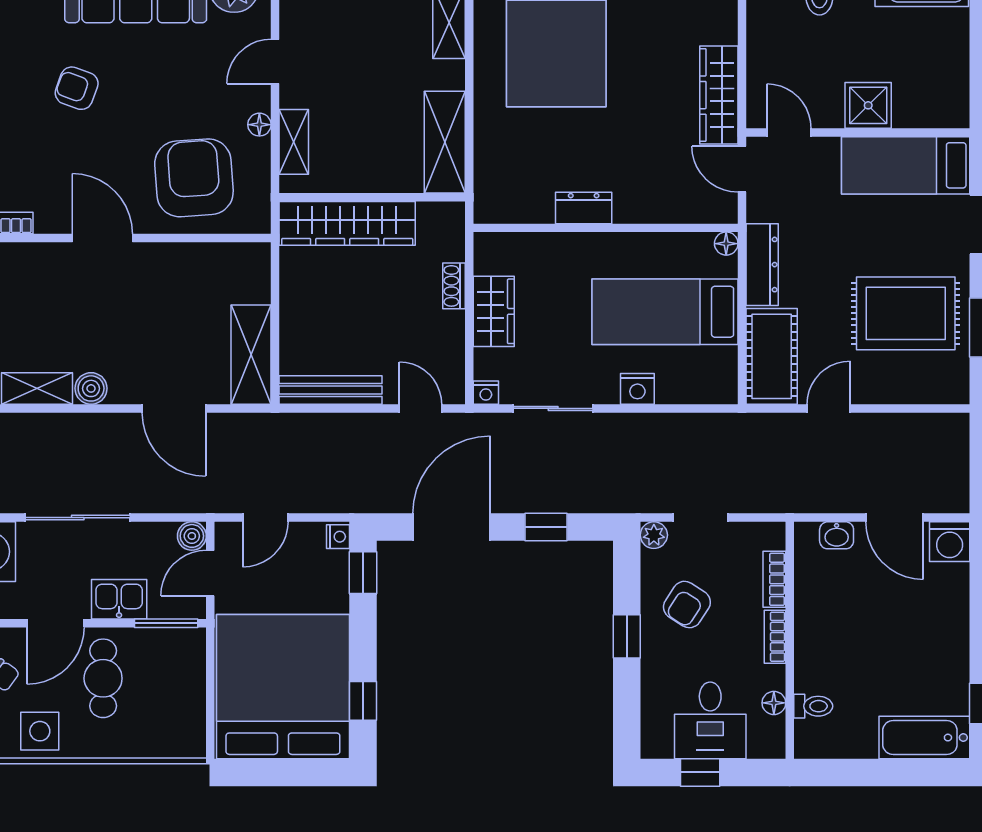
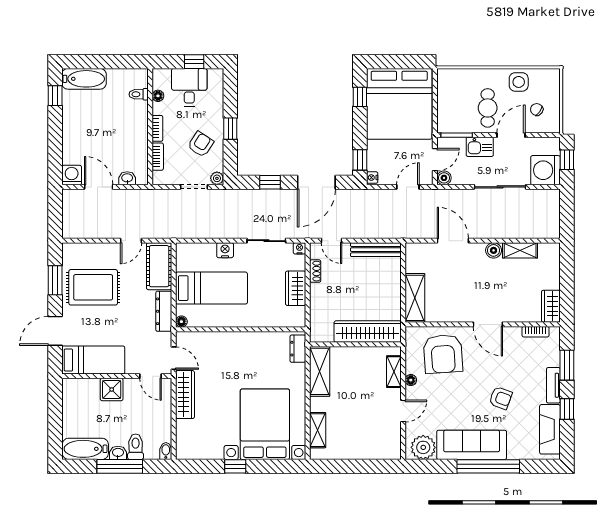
dresser: (584, 208) -> (298, 349), moved, turned 90
shoe rack: (454, 286) -> (315, 271), moved
shelving: (251, 355) -> (415, 298), moved

